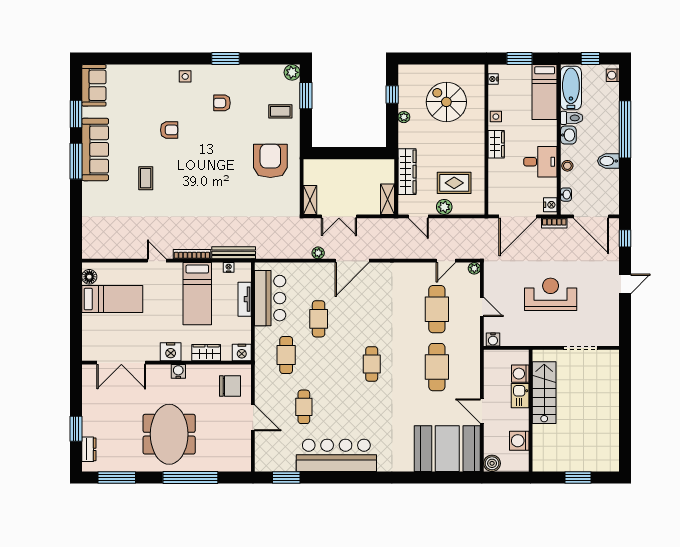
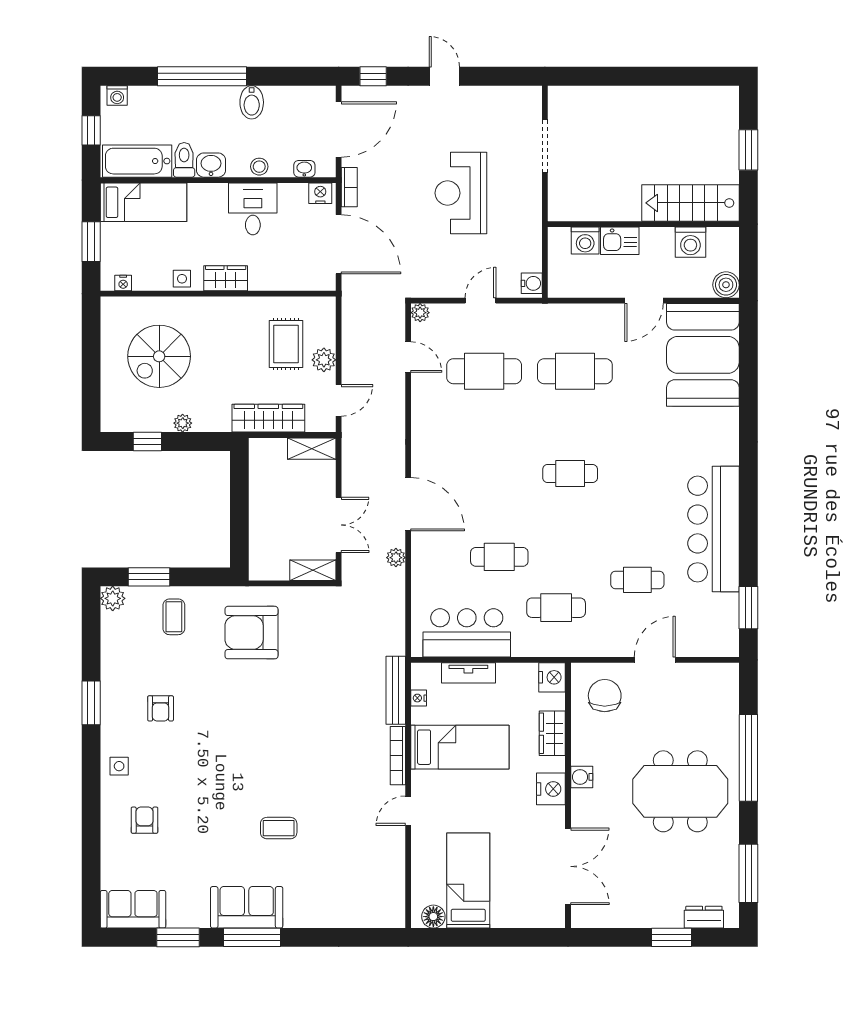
armchair: (169, 130) -> (144, 820), moved
sofa: (95, 149) -> (247, 907), width x0.73
stairs: (544, 393) -> (690, 203), moved

